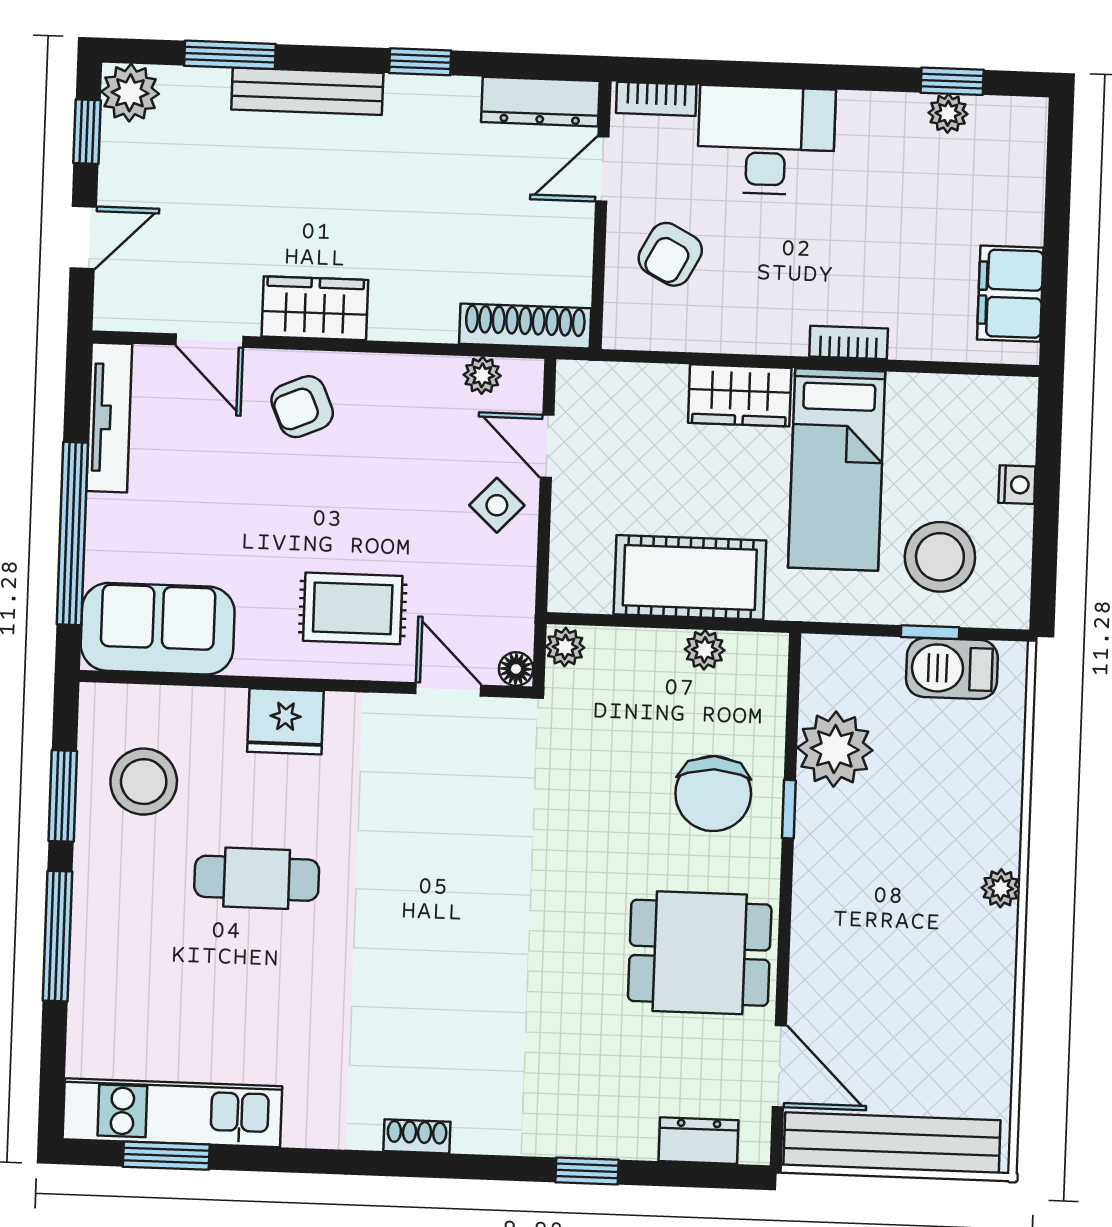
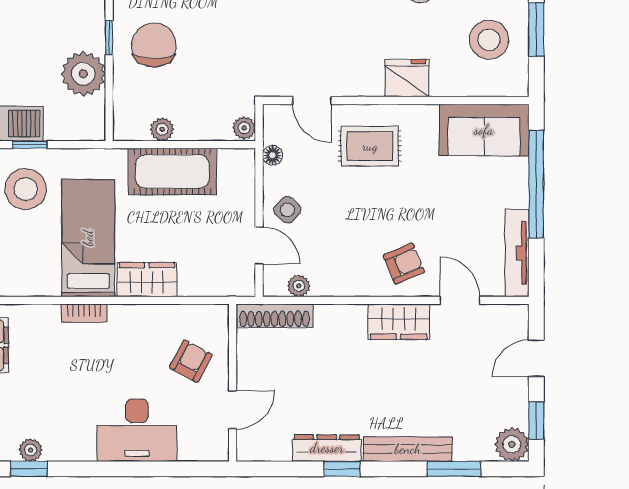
bookcase: (656, 99) -> (202, 452), removed
dresser: (540, 102) -> (327, 448), moved
floor lamp: (516, 669) -> (273, 155), moved

